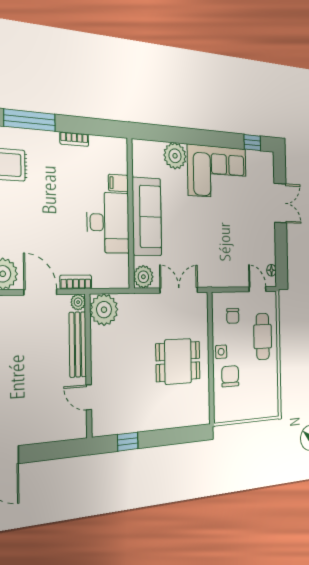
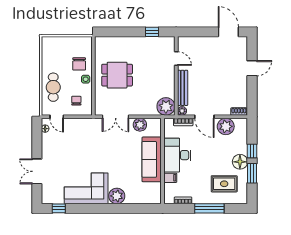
filing cabinet: (118, 183) -> (170, 178), moved
wall: (131, 213) -> (163, 161), moved
sofa: (147, 217) -> (152, 159), moved
desk: (108, 223) -> (177, 155), moved

